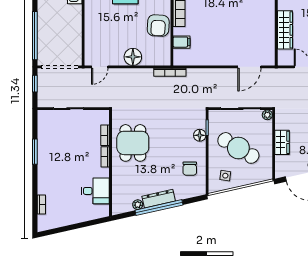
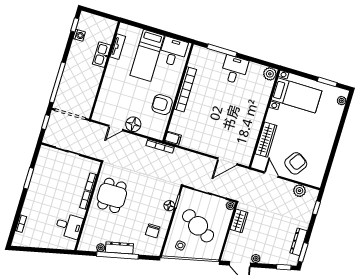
armchair: (158, 26) -> (162, 105), turned 87
filing cabinet: (181, 42) -> (173, 138), moved
door: (100, 67) -> (116, 128), moved
wardrobe: (282, 142) -> (239, 221), moved

